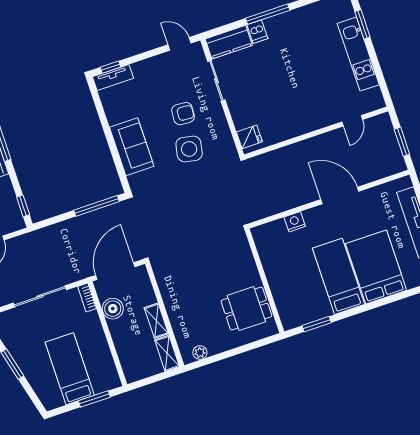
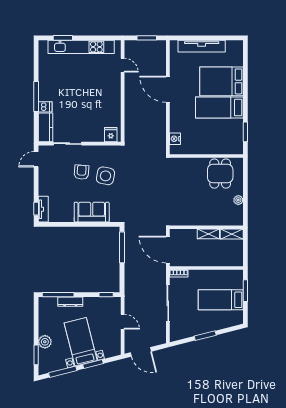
kitchen unit: (358, 54) -> (81, 47), width x1.36
door: (340, 195) -> (168, 89), hinge flipped
nightstand: (295, 222) -> (175, 139), moved
boiler: (113, 309) -> (191, 259), removed
plant: (200, 353) -> (238, 200), moved

